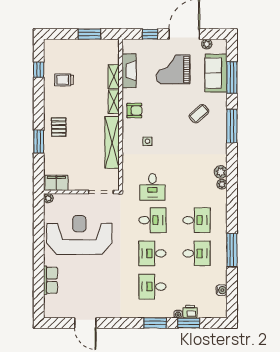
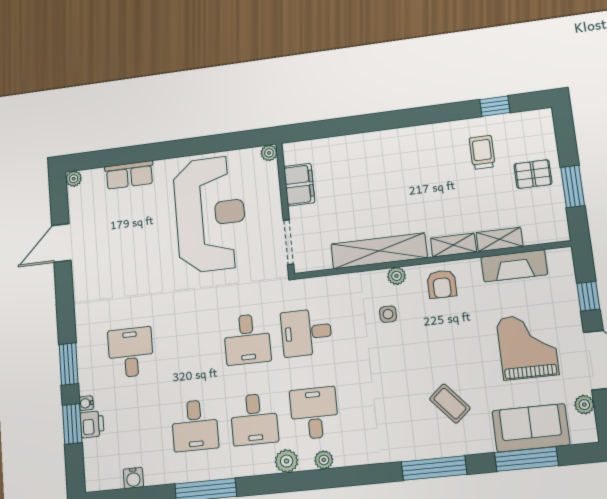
pallet: (59, 127) -> (533, 174), moved
plant: (127, 134) -> (397, 276), added
window: (39, 141) -> (366, 123), removed
plant: (221, 172) -> (287, 461), moved
filing cabinet: (56, 183) -> (299, 185), moved
desk: (152, 253) -> (314, 413), moved
plant: (48, 313) -> (74, 179), added

